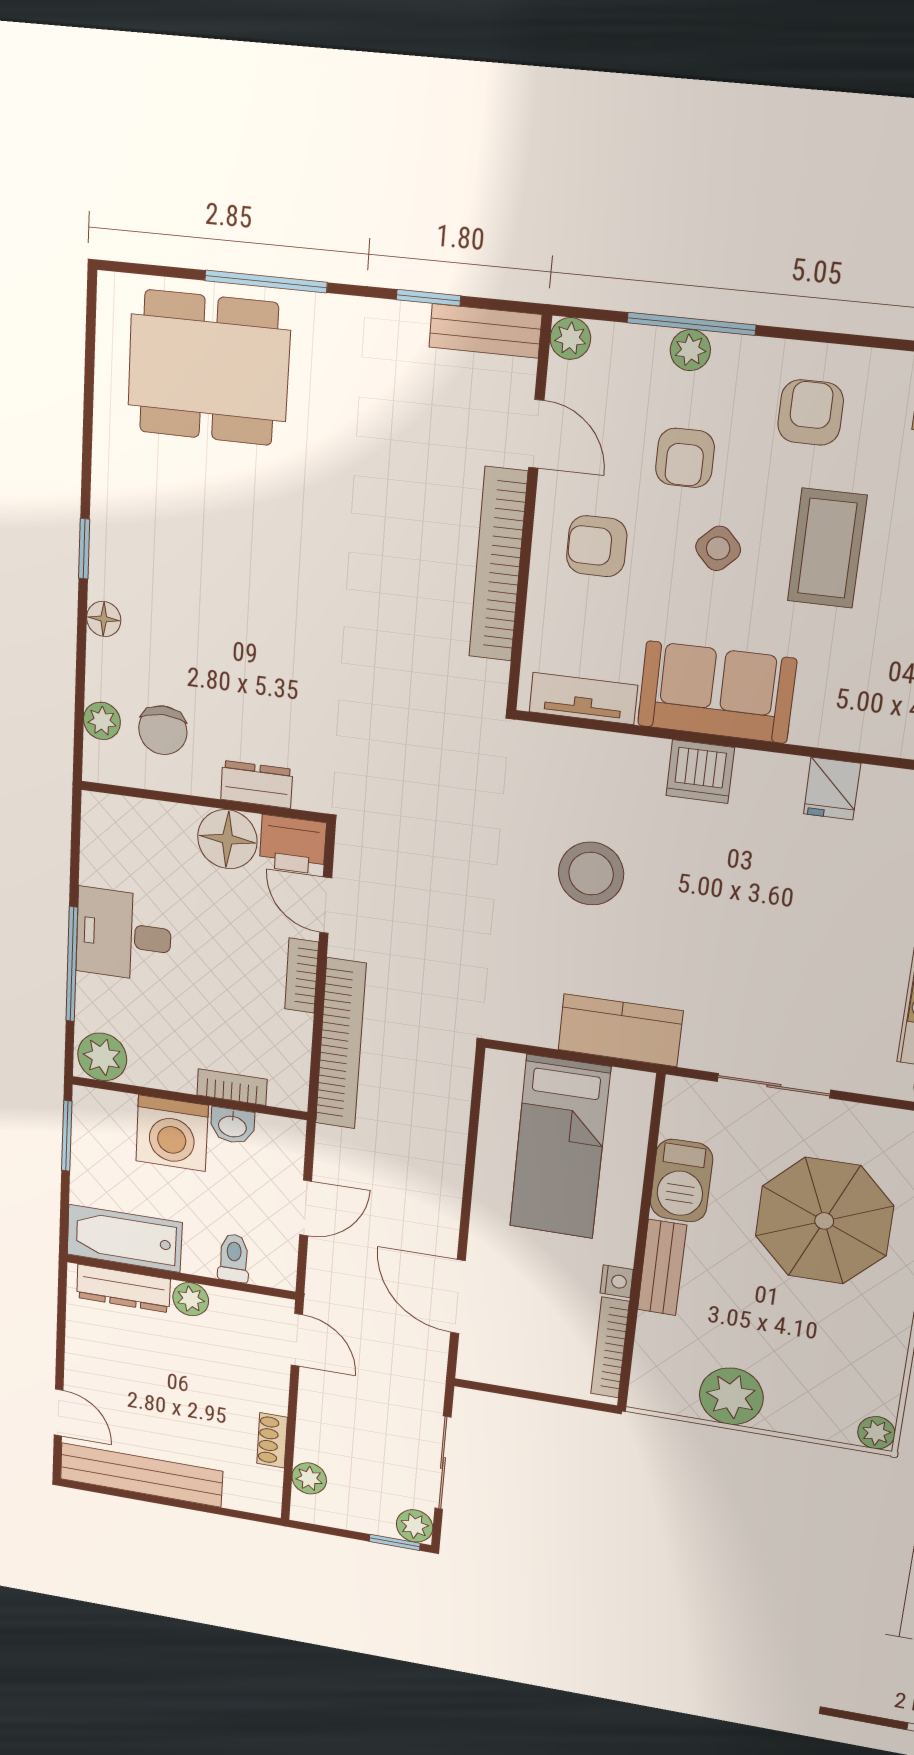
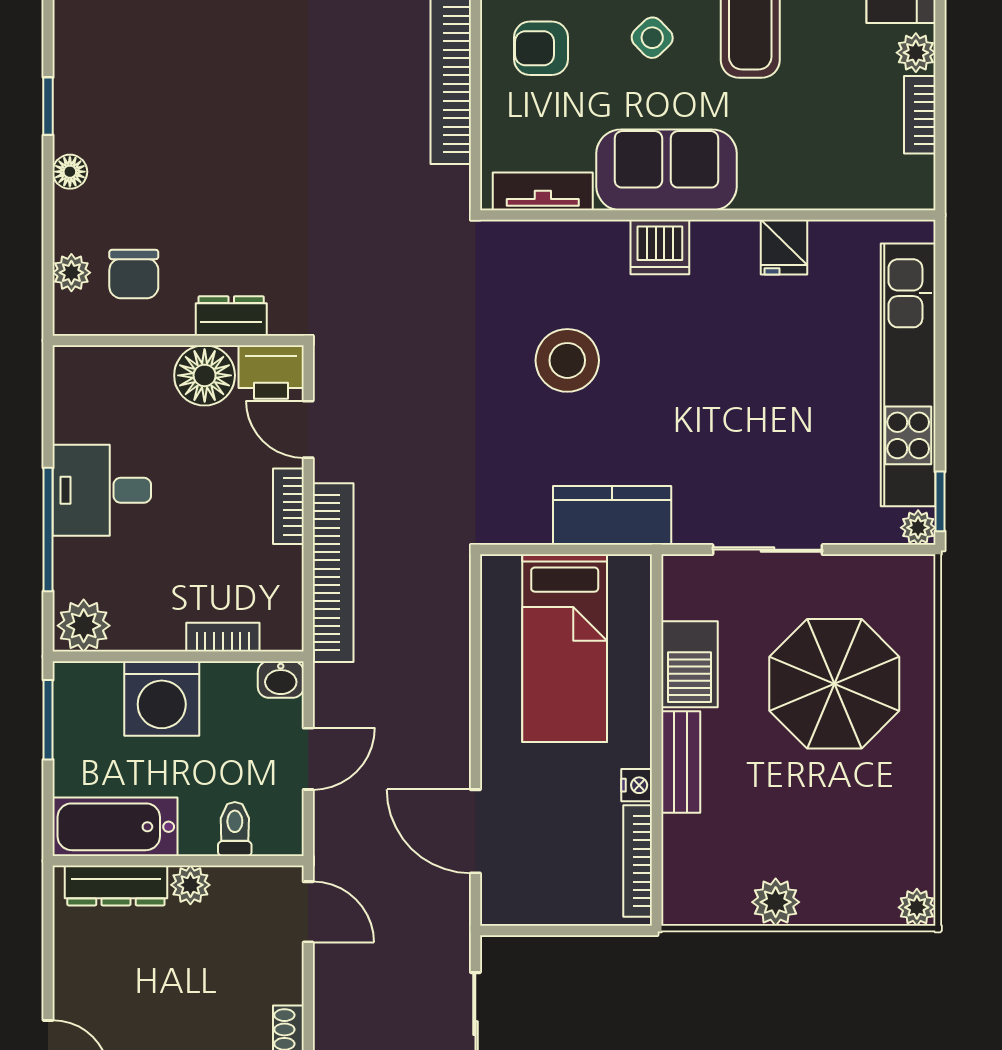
washbasin: (232, 1126) -> (281, 679), moved
plant: (731, 1396) -> (776, 902), width x0.73, depth x0.73

